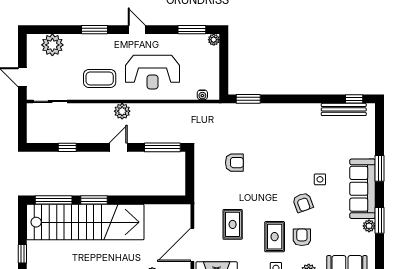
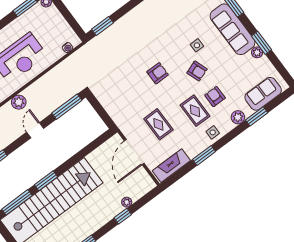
armchair: (234, 163) -> (158, 73), moved
door: (192, 245) -> (134, 152), moved

